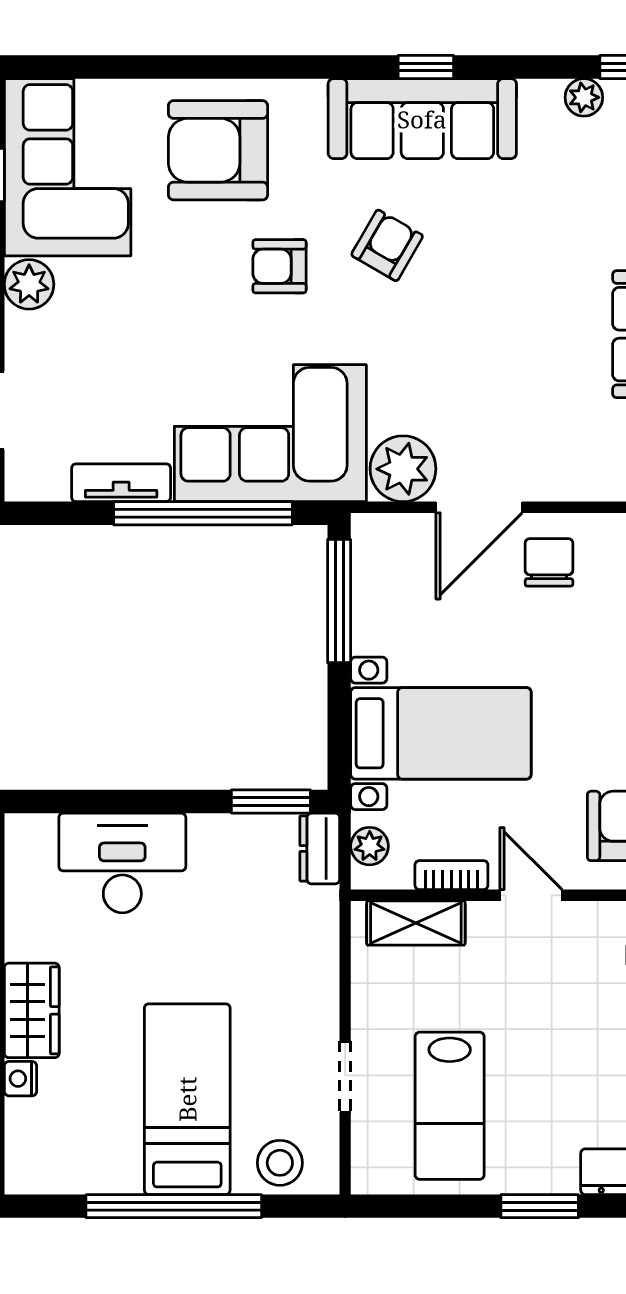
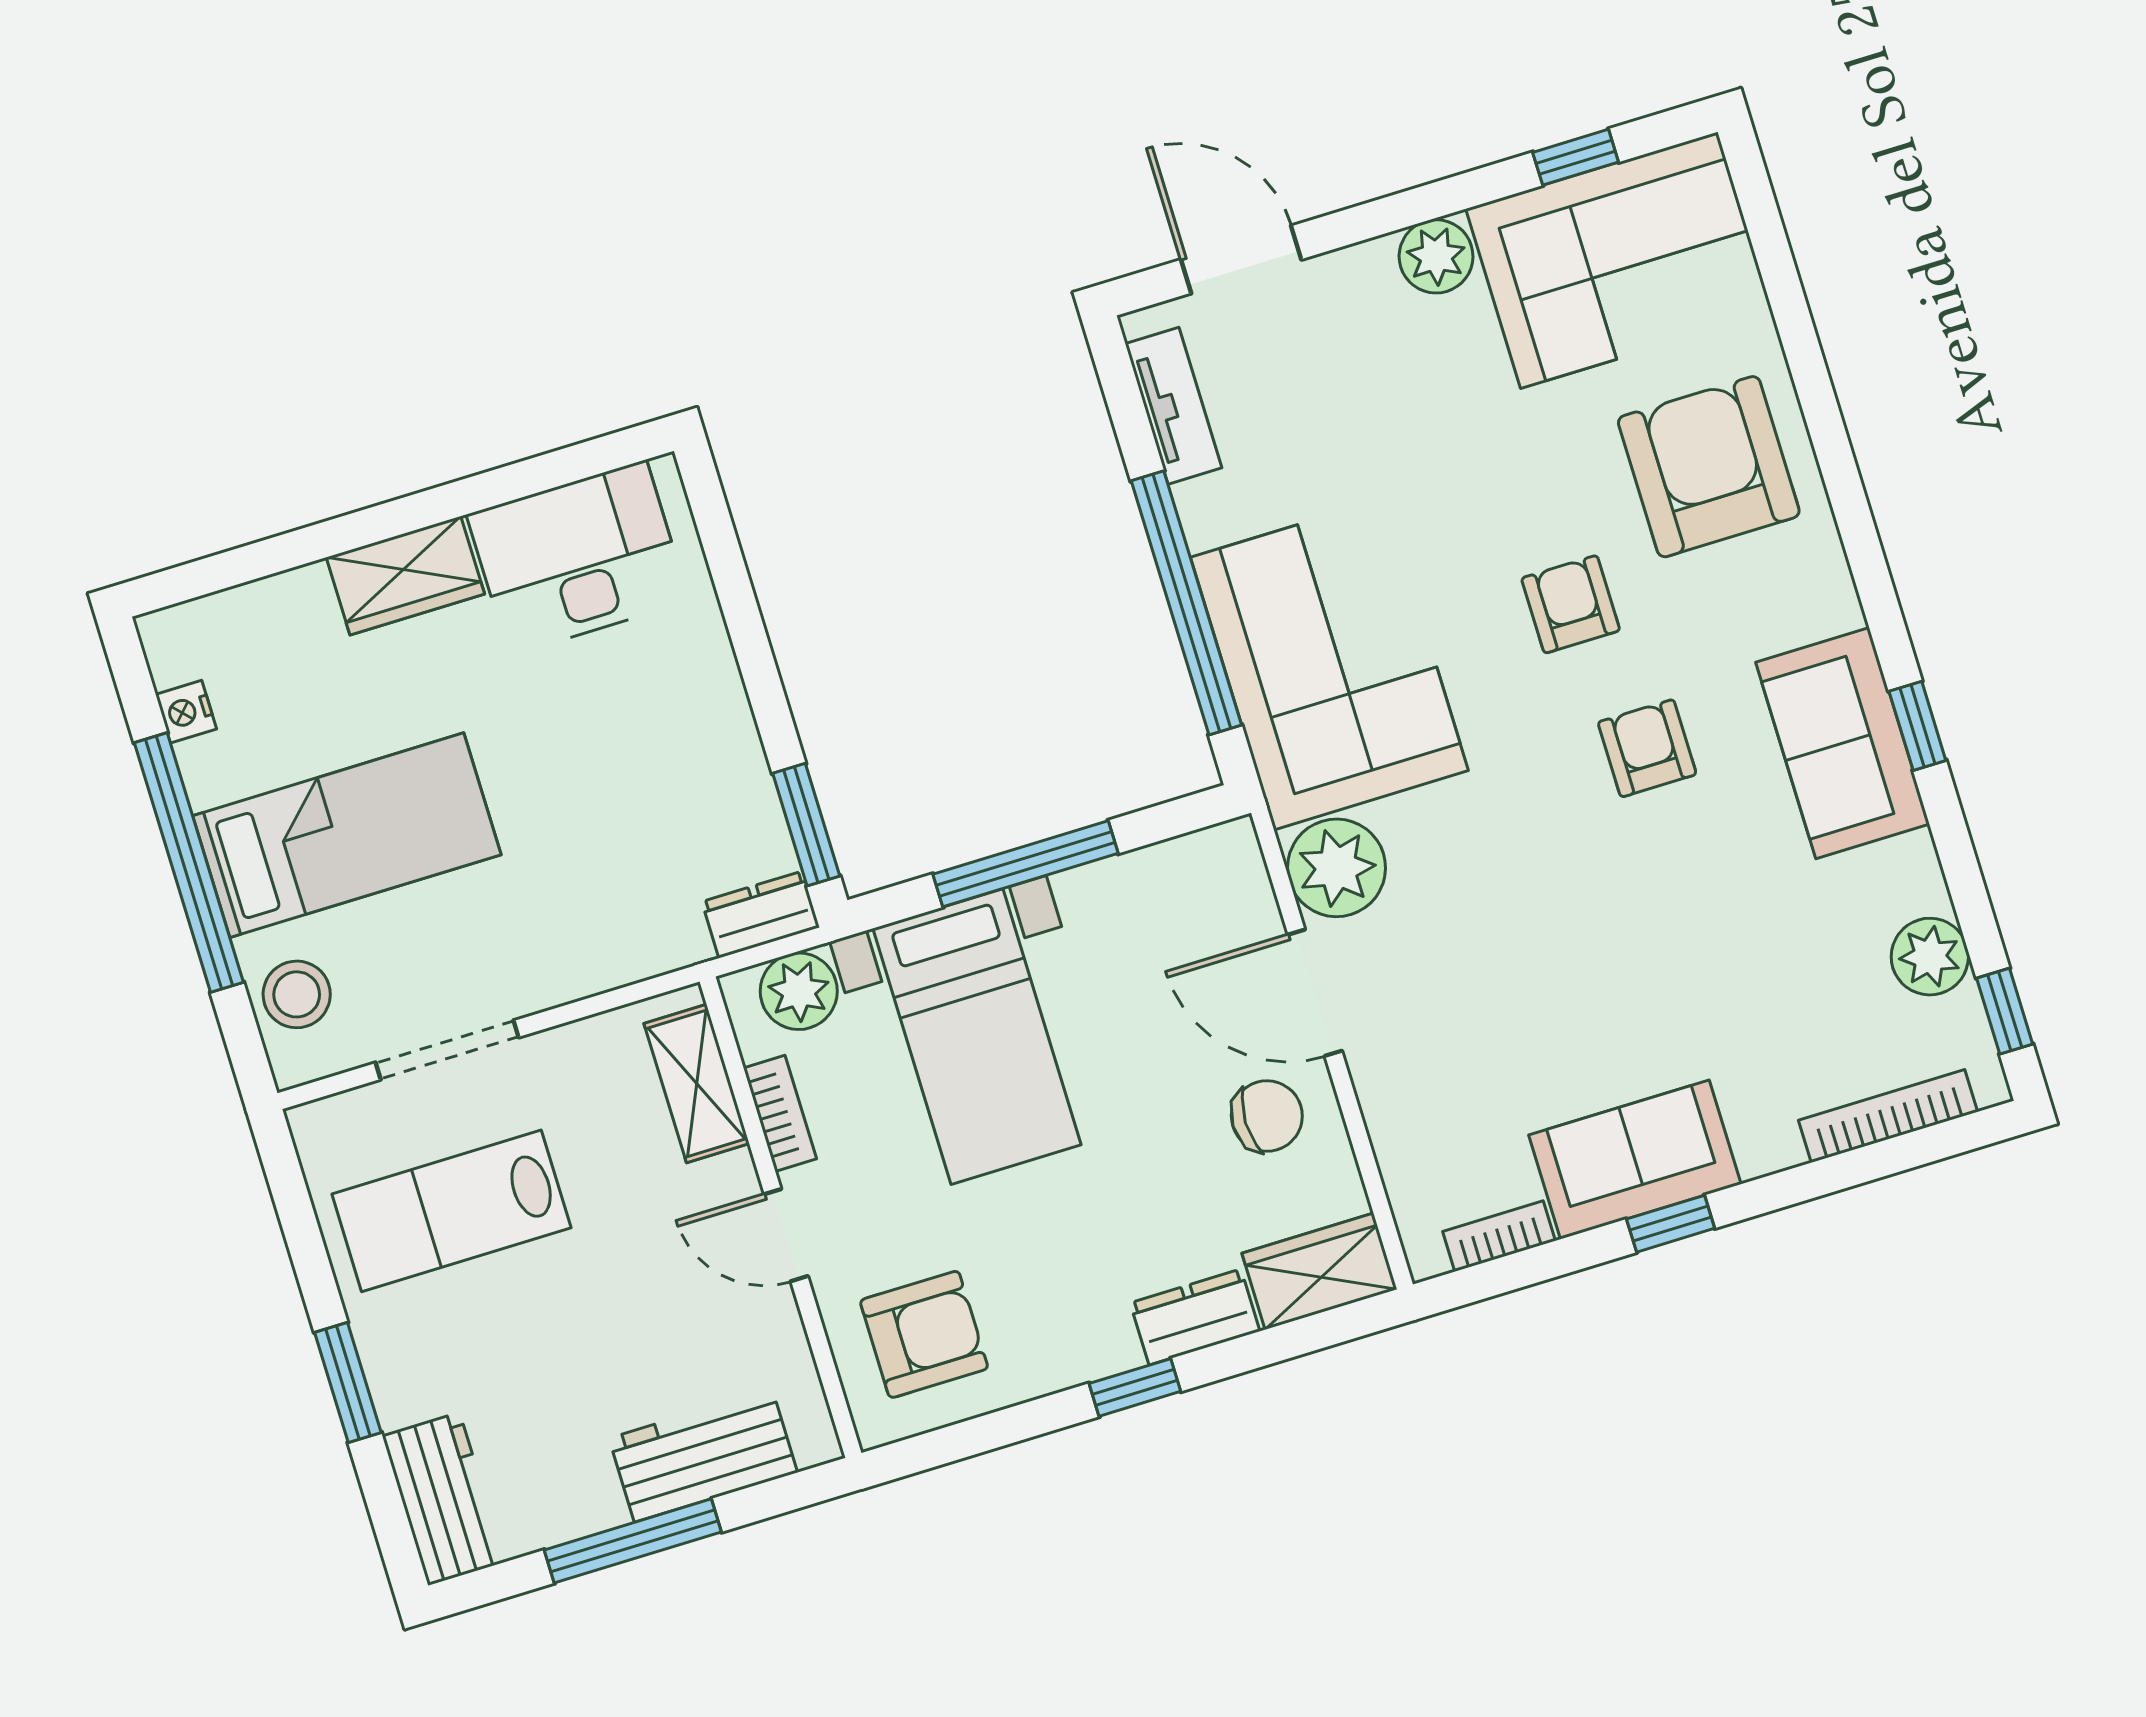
plant: (584, 97) -> (1930, 957), width x1.38, depth x1.38
sofa: (422, 119) -> (1843, 743), width x0.73
armchair: (387, 245) -> (1647, 748), turned -120
tv unit: (121, 483) -> (1173, 406), moved
window: (339, 601) -> (1026, 864), moved
plant: (370, 846) -> (799, 991), width x1.38, depth x1.38
desk: (122, 863) -> (578, 558), moved, turned -90
door: (531, 895) -> (786, 1235), swing flipped
doorway: (345, 1077) -> (447, 1050), width x1.38
nightstand: (20, 1079) -> (186, 712), moved, turned -90

